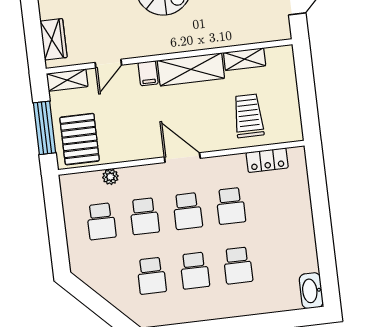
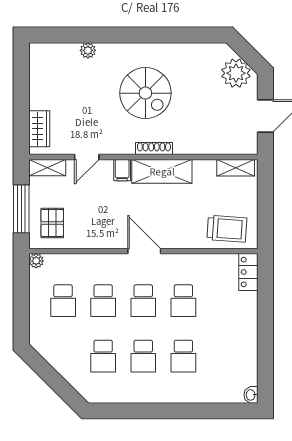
shoe rack: (180, 46) -> (154, 149), added
shelving: (245, 59) -> (236, 168), moved
trolley: (249, 116) -> (227, 229), moved, turned 94
pallet: (80, 139) -> (52, 223), width x0.67, depth x0.71
locker: (267, 160) -> (248, 272), moved, turned 90
plant: (110, 177) -> (36, 261), moved
washbasin: (311, 291) -> (251, 395), width x0.52, depth x0.69

